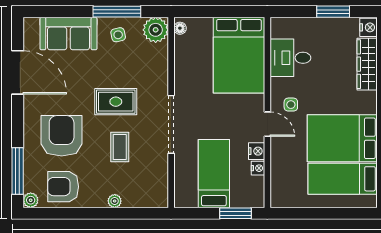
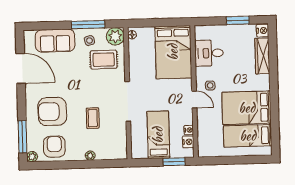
rug: (116, 102) -> (104, 60), moved
armchair: (62, 136) -> (52, 111), turned -90
nightstand: (257, 151) -> (188, 142), moved
armchair: (63, 187) -> (54, 147), turned 90

